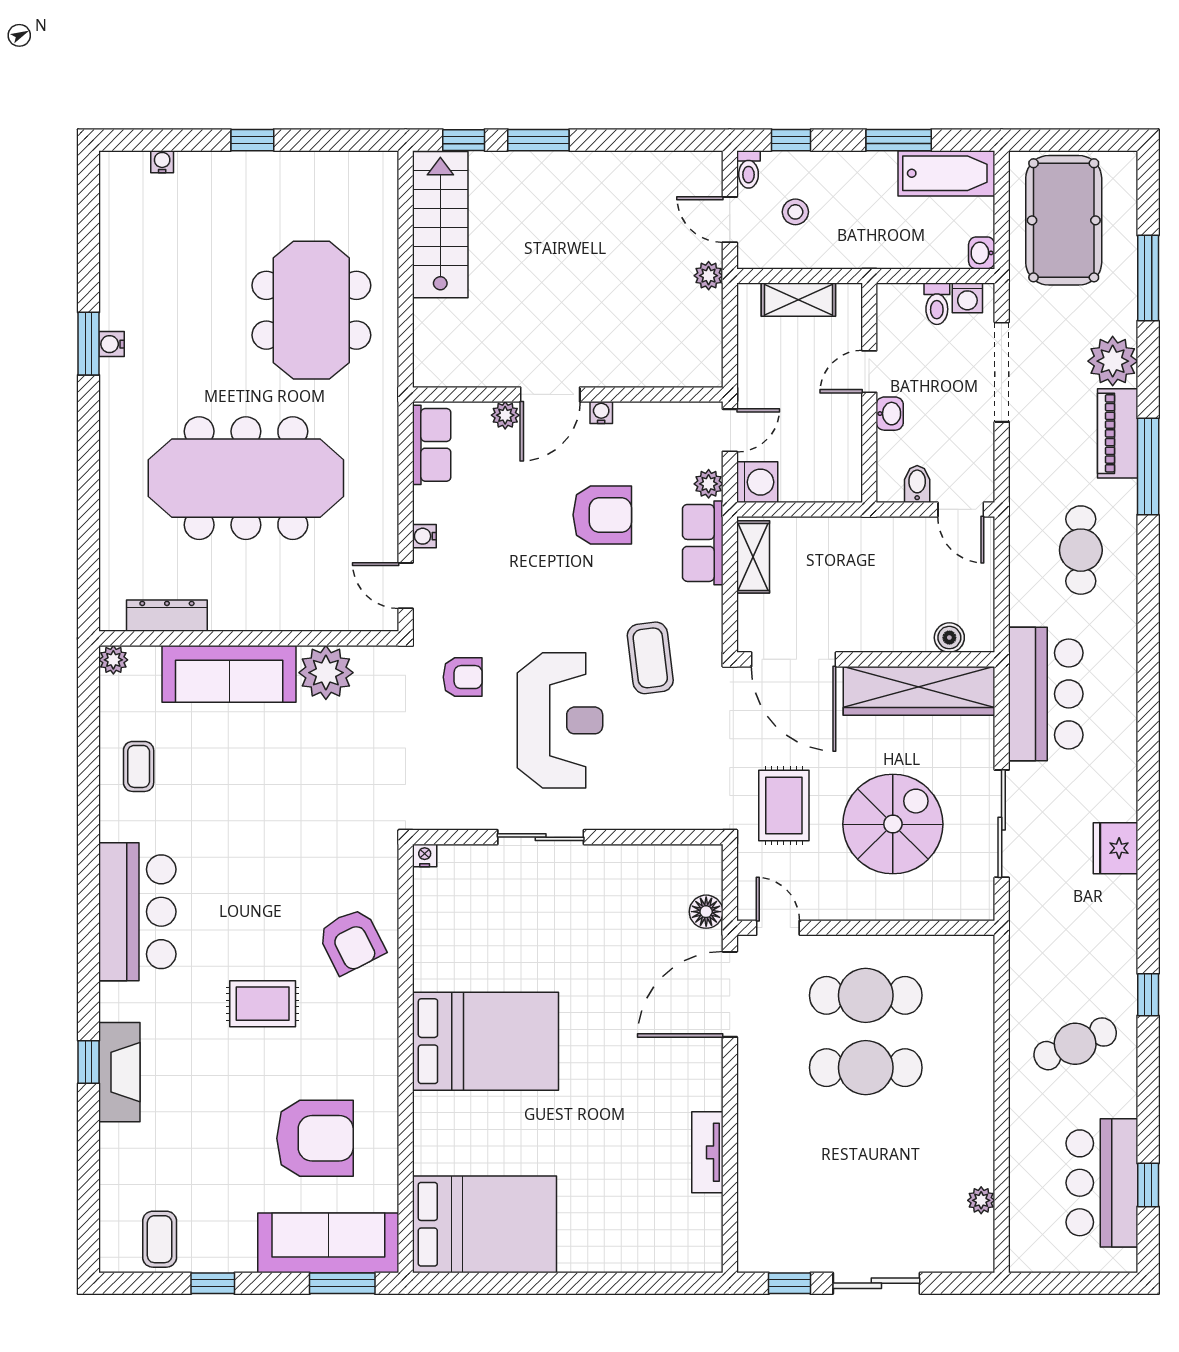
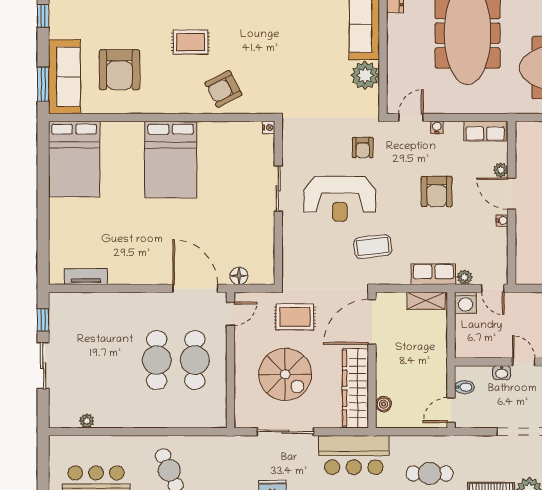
armchair: (602, 515) -> (437, 192), moved
rug: (263, 1004) -> (190, 42), turned 90
tv unit: (707, 1152) -> (86, 277), moved

